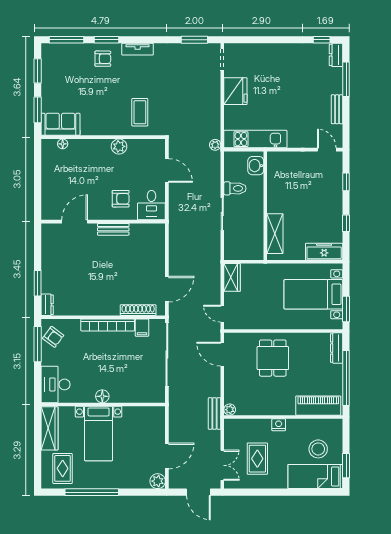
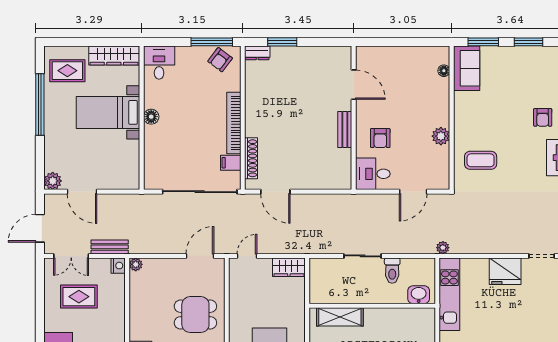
desk: (56, 384) -> (159, 63), width x0.73
bench: (215, 414) -> (110, 247), moved
nightstand: (279, 425) -> (118, 266), moved

